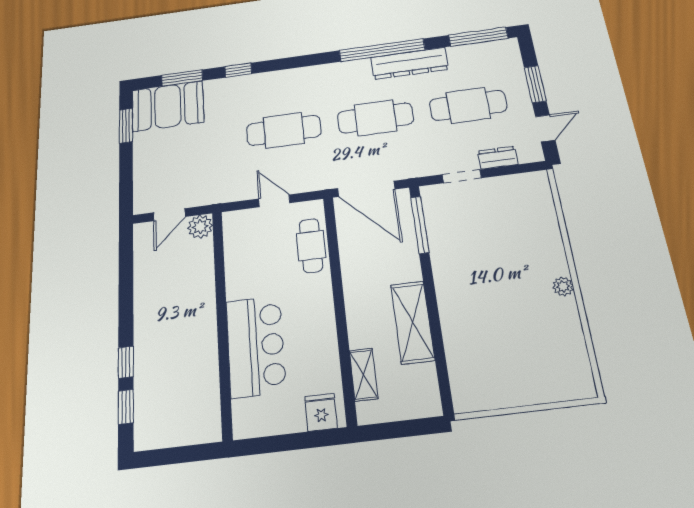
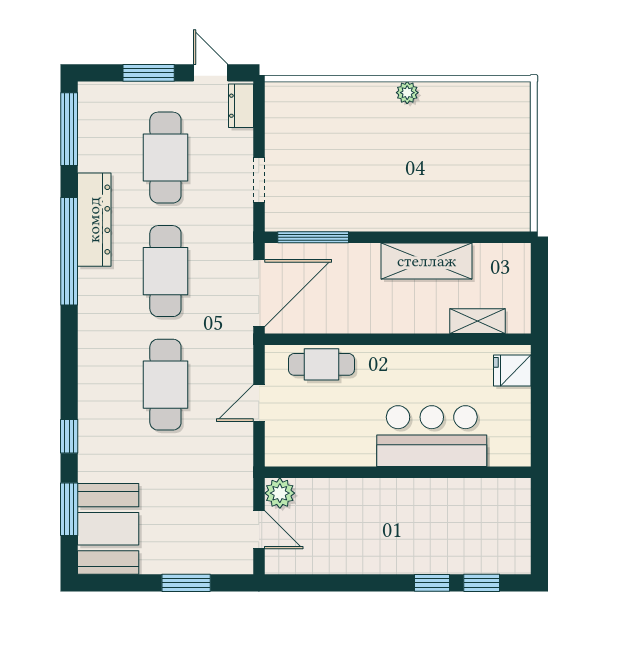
window: (126, 126) -> (186, 583), moved
dresser: (498, 158) -> (241, 106), moved

